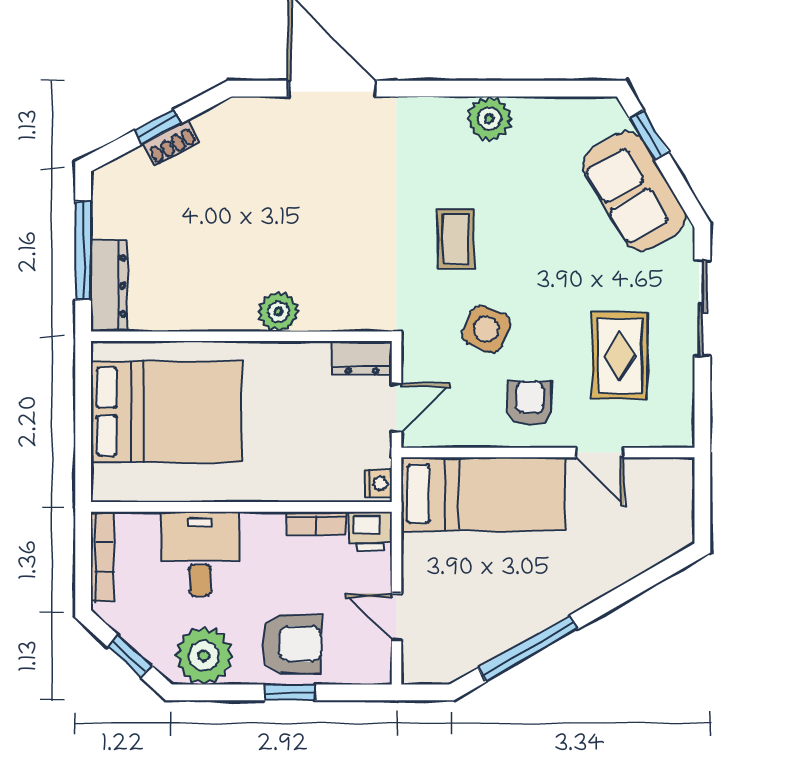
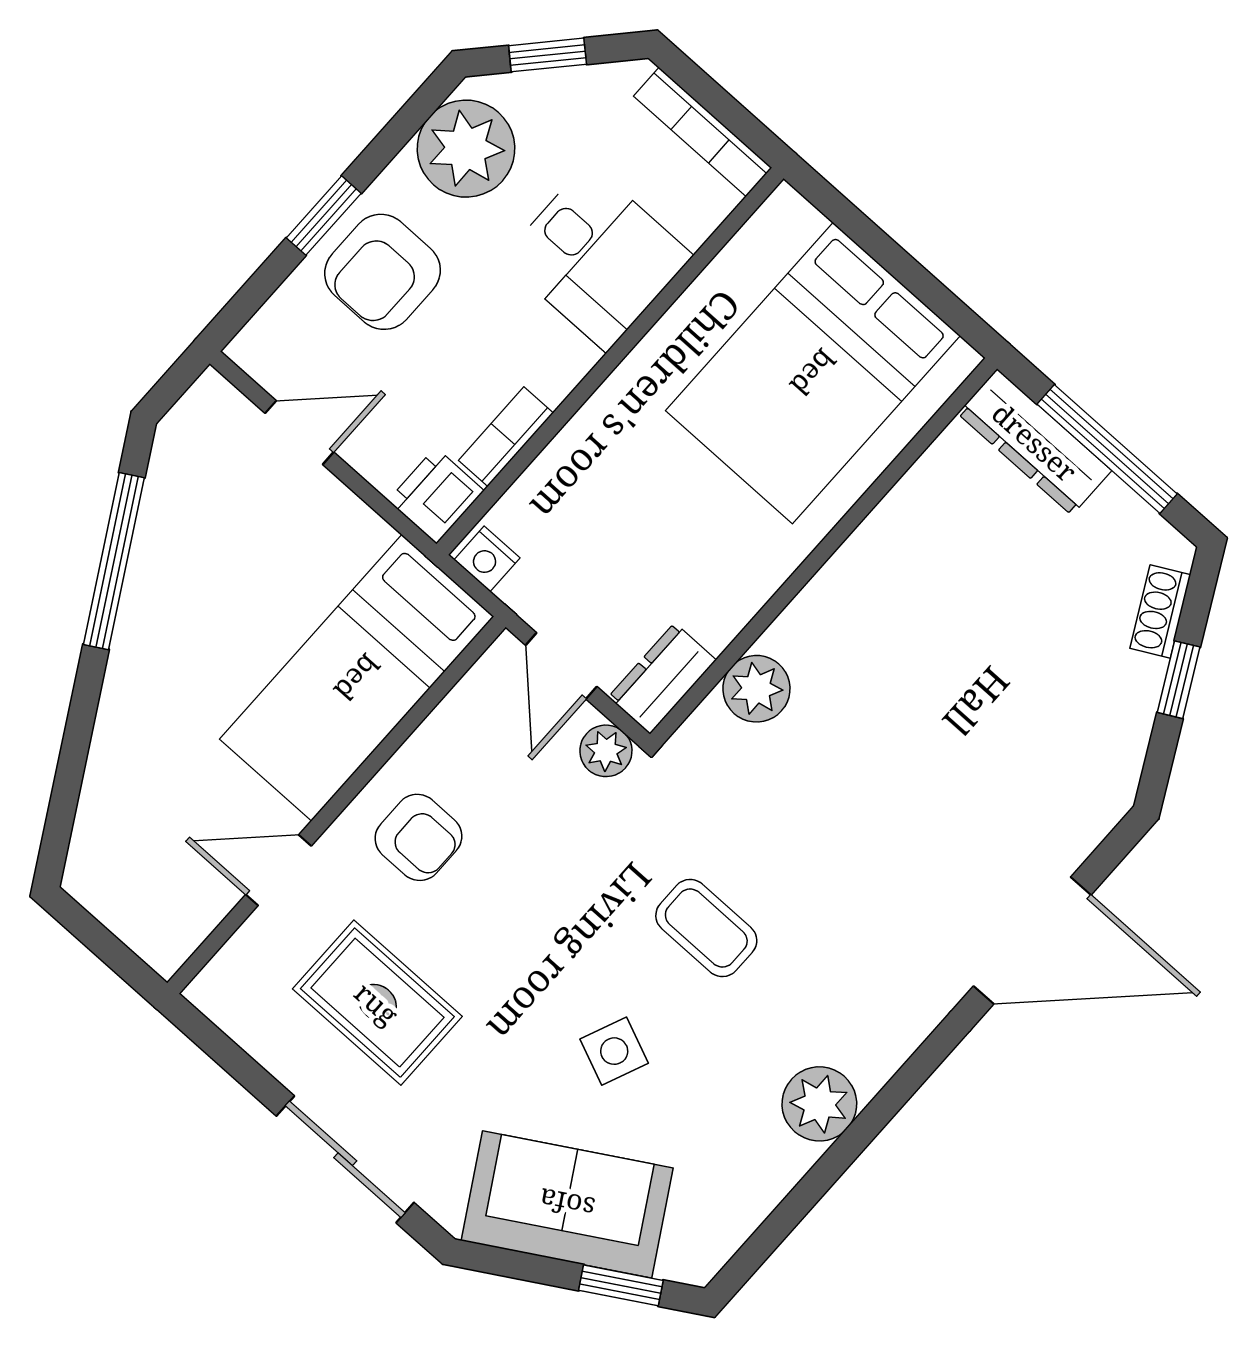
shoe rack: (171, 143) -> (1160, 611), moved
plant: (278, 312) -> (756, 689), moved
side table: (486, 329) -> (614, 1051), moved, width x0.73, depth x0.73
plant: (417, 354) -> (606, 751), added

